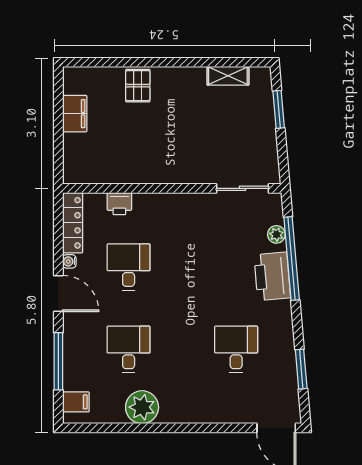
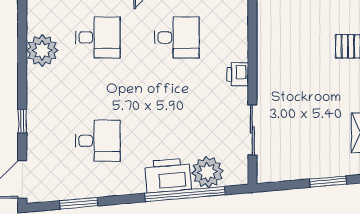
sliding door: (243, 188) -> (252, 130), moved
printer: (119, 204) -> (238, 74), moved
plant: (276, 234) -> (207, 172), width x1.87, depth x1.87
window: (216, 428) -> (22, 121), added

